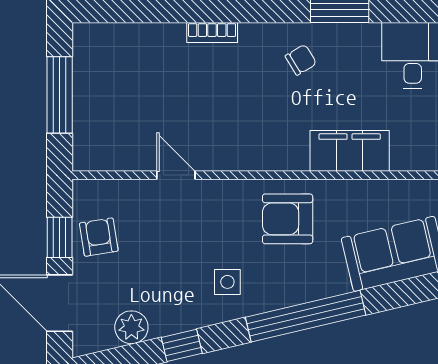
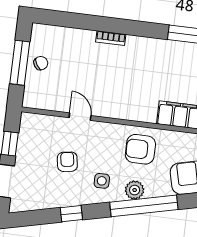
chair: (301, 60) -> (41, 63), moved
armchair: (99, 237) -> (67, 162), moved
plant: (131, 327) -> (135, 190), moved

